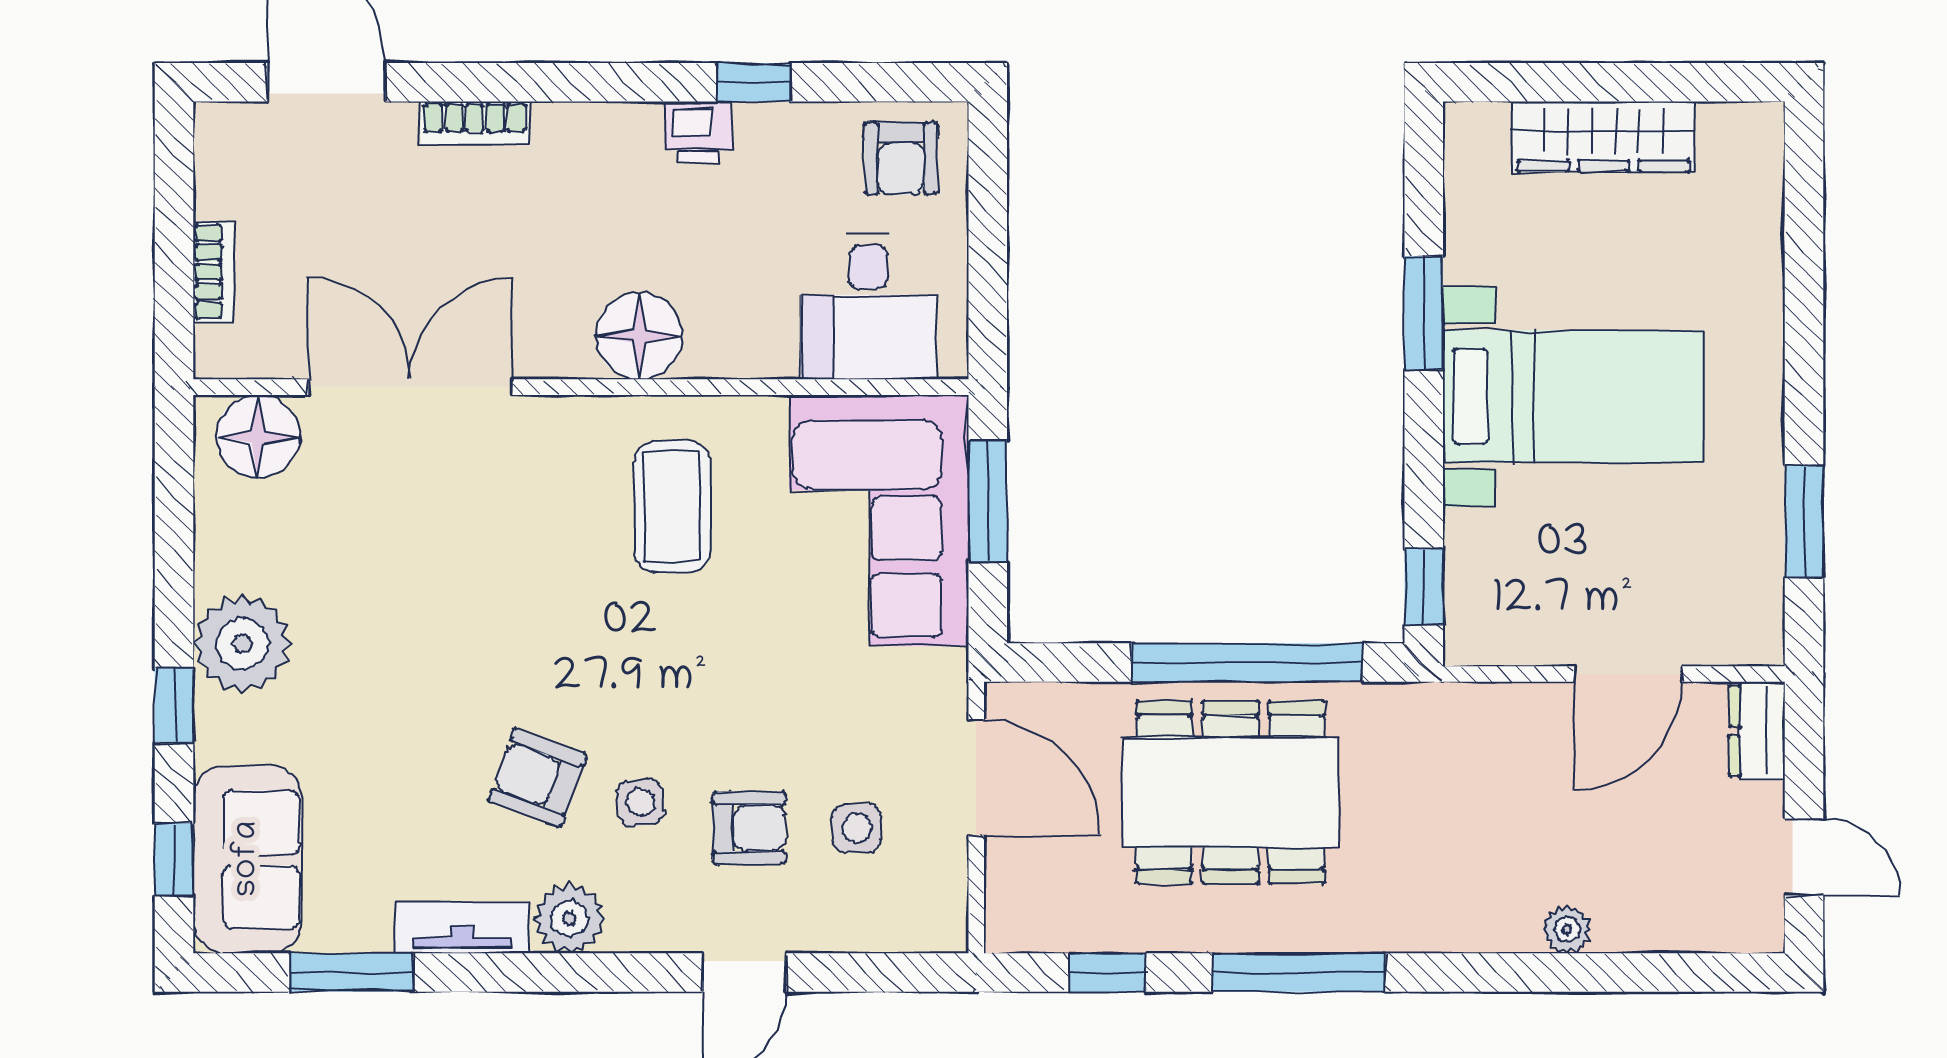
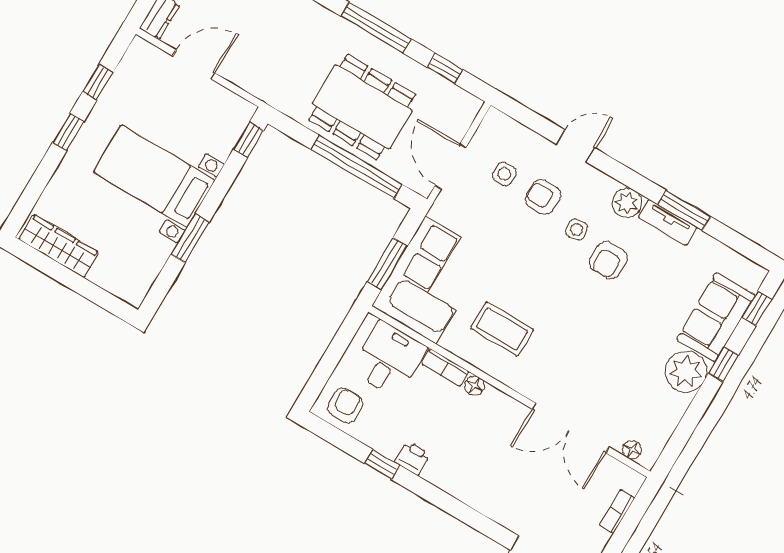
bookcase: (475, 123) -> (445, 368), moved, turned 180
wardrobe: (1604, 137) -> (59, 246), moved
floor lamp: (639, 336) -> (474, 386), width x0.53, depth x0.53
window: (1804, 382) -> (68, 132), added
floor lamp: (258, 437) -> (632, 450), width x0.53, depth x0.53
coffee table: (672, 507) -> (502, 329), turned 90
window: (1804, 521) -> (98, 82), width x0.67
window: (1247, 663) -> (357, 167), moved
armchair: (538, 778) -> (608, 260), turned 70
sofa: (248, 859) -> (716, 317), moved
window: (351, 972) -> (684, 210), moved

